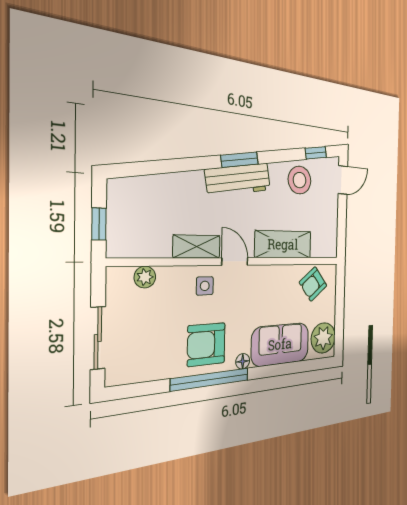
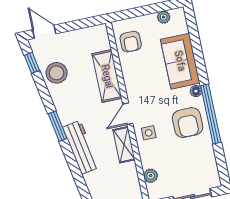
workbench: (238, 180) -> (81, 147), moved
armchair: (313, 284) -> (131, 42), turned 38
plant: (323, 338) -> (164, 17), width x0.53, depth x0.53

